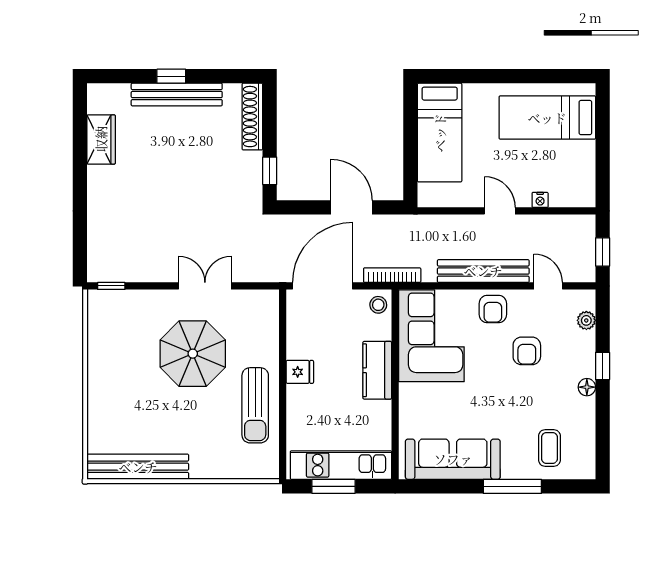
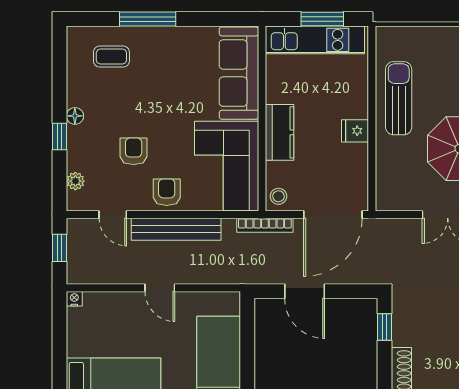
nightstand: (540, 200) -> (74, 299), moved
coffee table: (549, 448) -> (111, 57), turned 90
sofa: (453, 459) -> (239, 73), moved, turned 90

